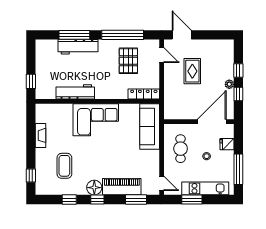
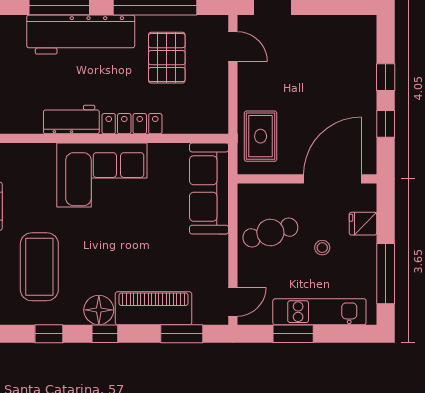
workbench: (78, 47) -> (81, 35), width x1.36, depth x1.32
rug: (192, 71) -> (261, 136), moved
plant: (229, 84) -> (368, 104), removed
workbench: (75, 92) -> (71, 120), width x0.73
locker: (144, 94) -> (132, 124), moved
cafe table: (181, 149) -> (270, 232), turned 74
coffee table: (64, 166) -> (39, 267), width x1.36, depth x1.32
door: (162, 183) -> (233, 302), hinge flipped

